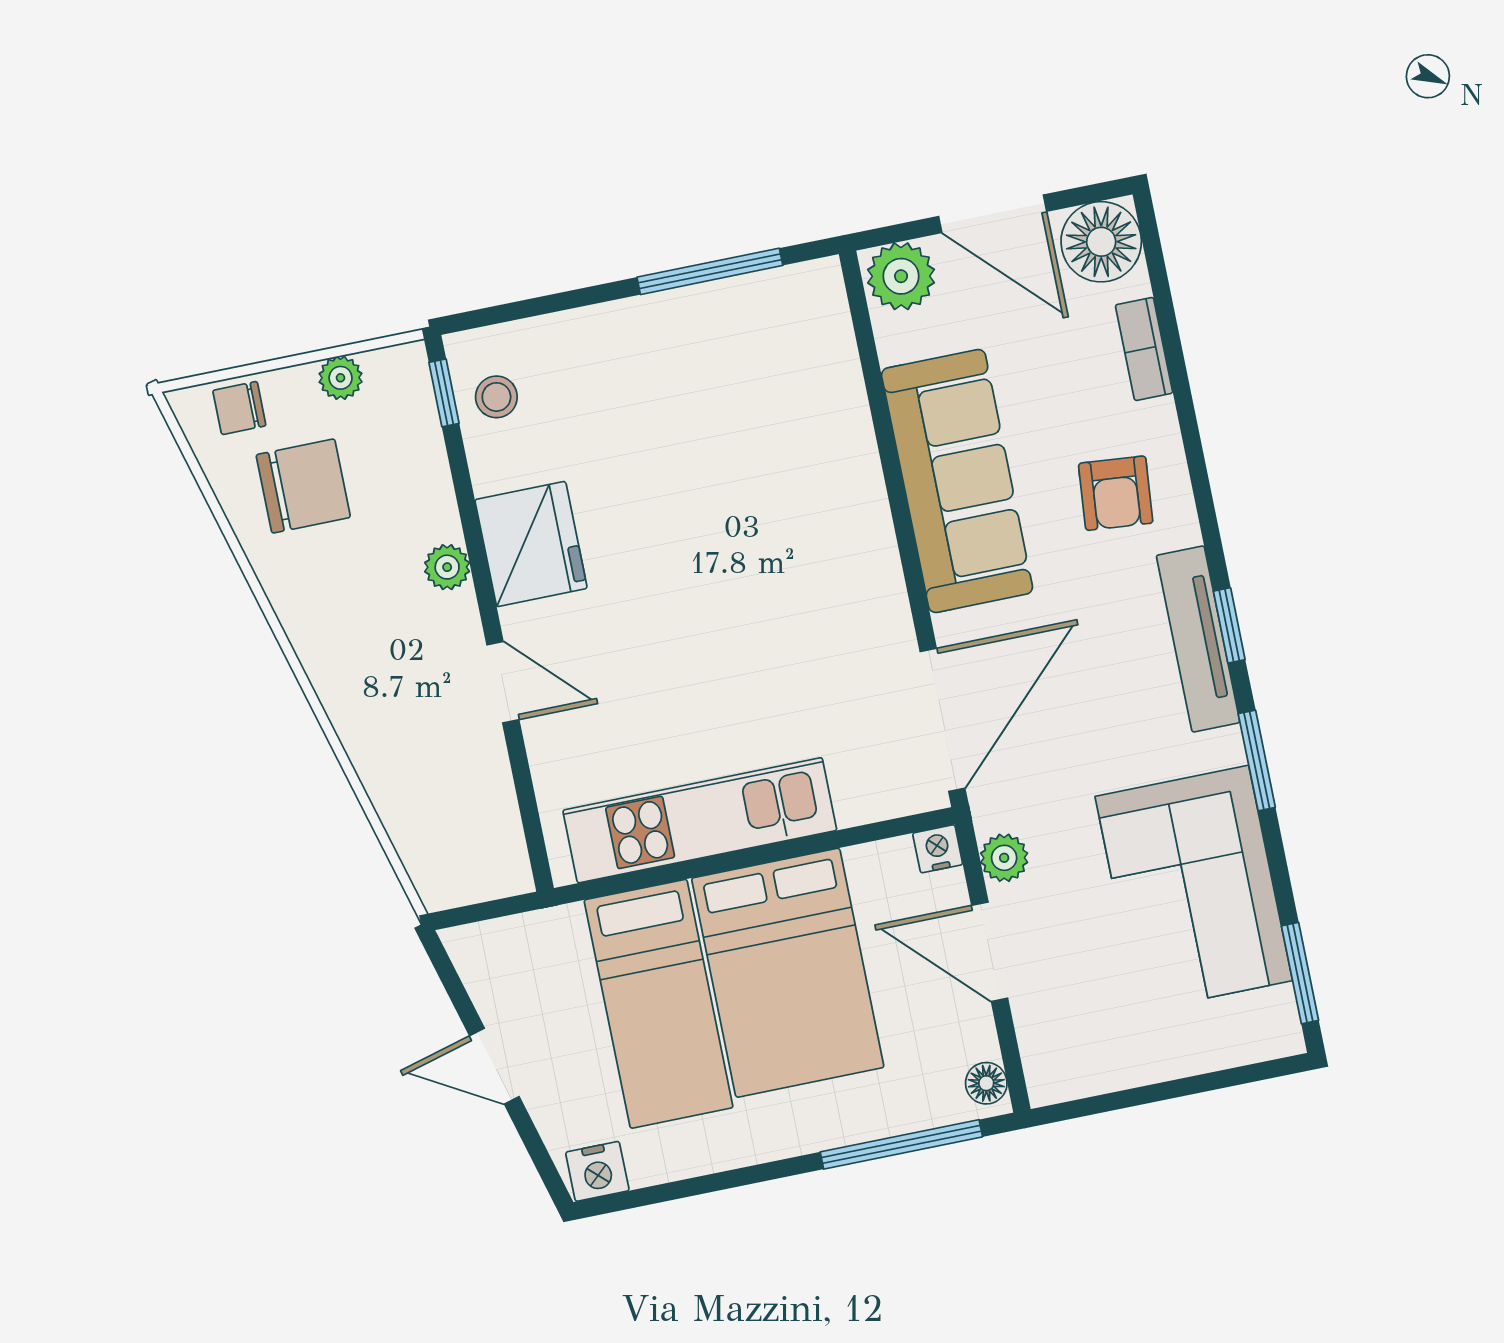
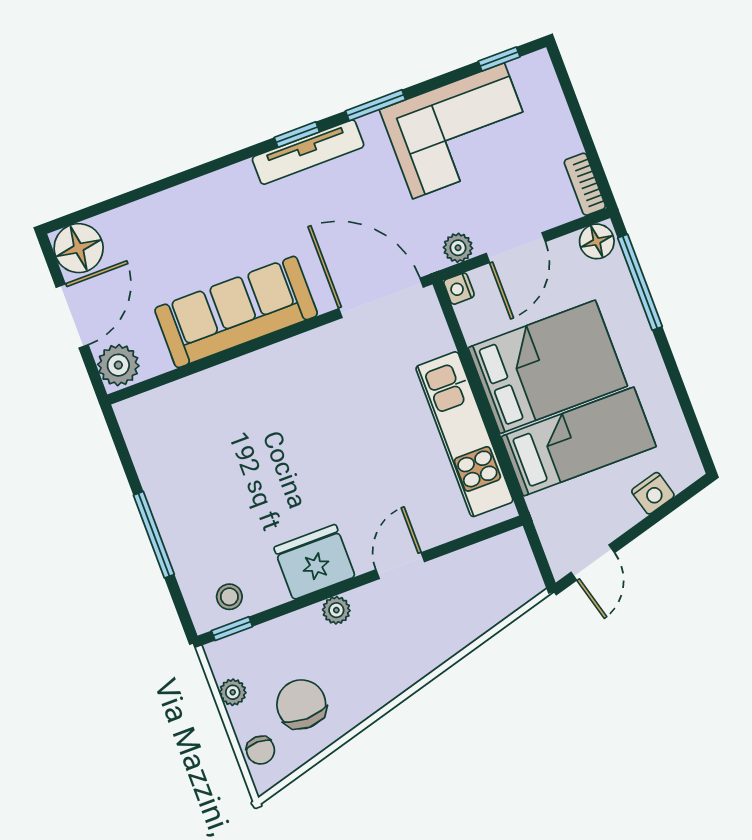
window: (710, 271) -> (154, 535), moved
bookcase: (1144, 349) -> (585, 184), moved, turned 90
armchair: (1116, 493) -> (228, 215), removed
window: (1300, 973) -> (499, 59), width x0.67
door: (494, 1066) -> (593, 563), moved
floor lamp: (986, 1083) -> (597, 241), width x1.37, depth x1.37
nightstand: (597, 1171) -> (653, 493), moved, turned 75

